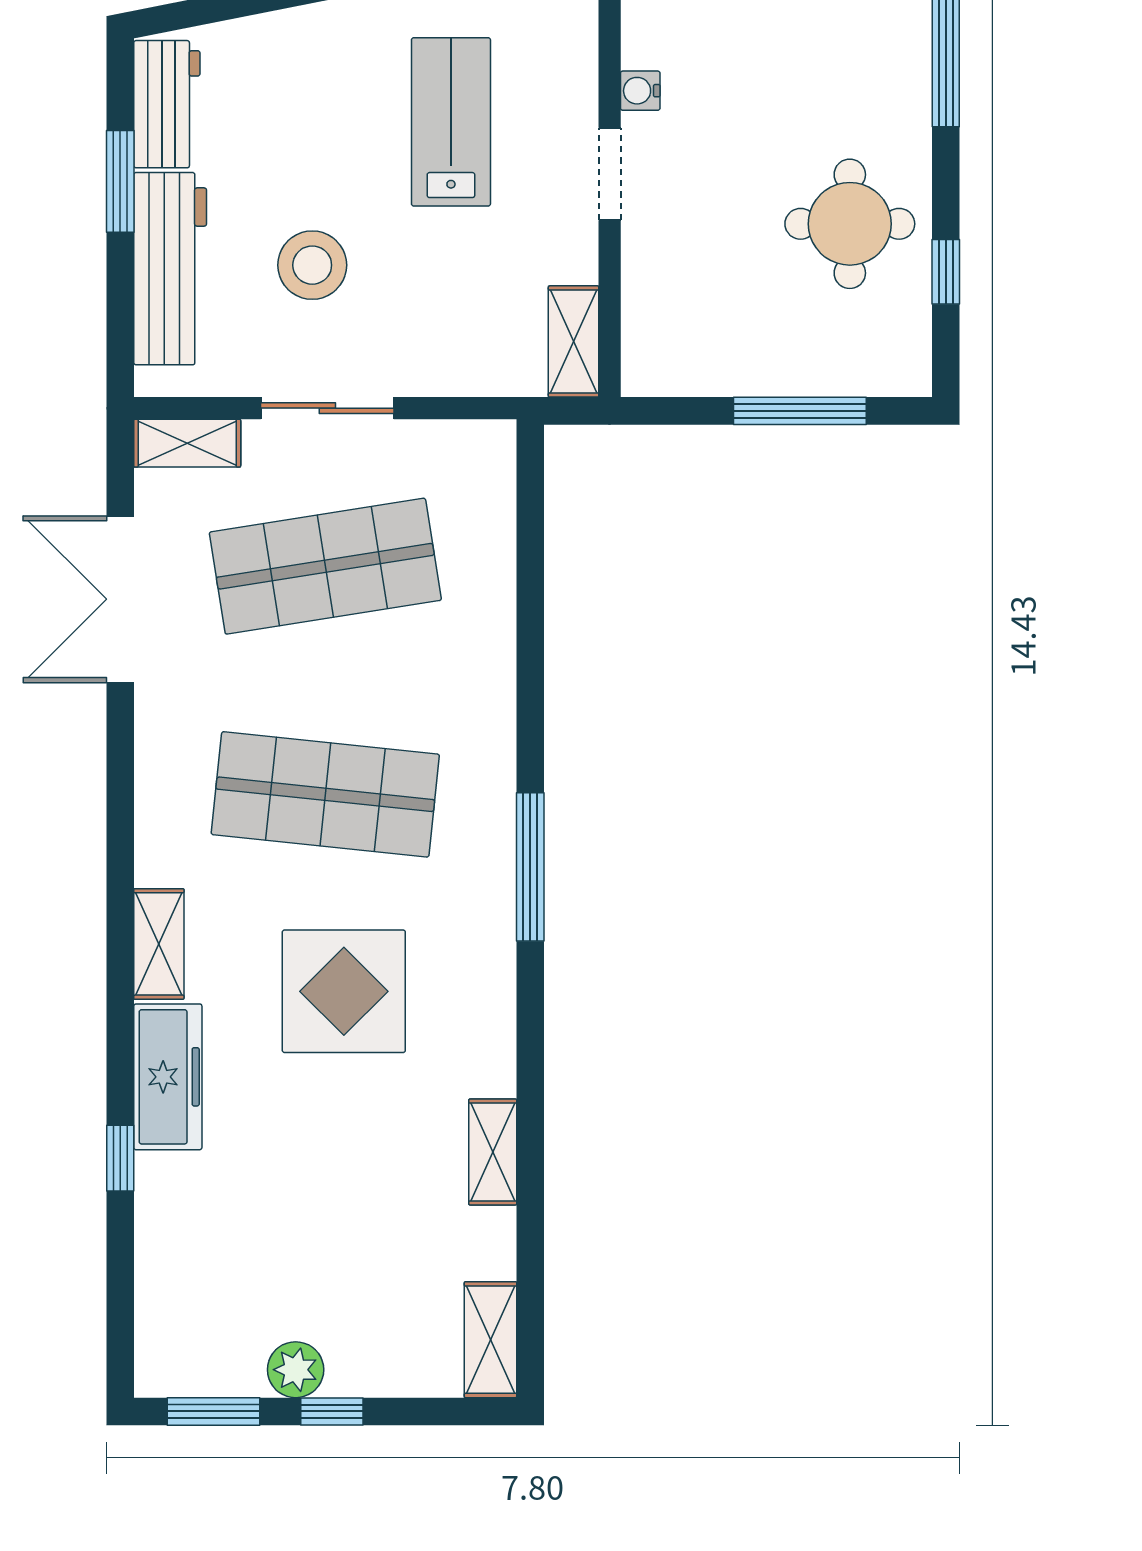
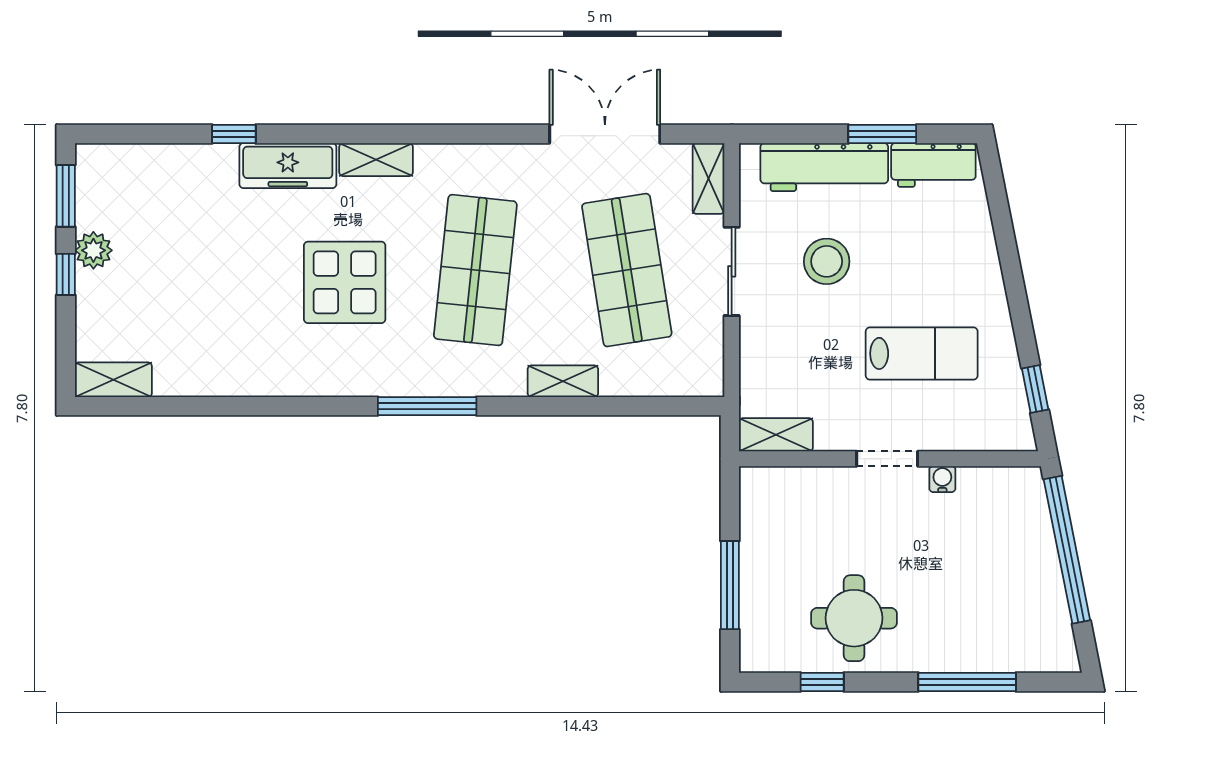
shelving: (493, 1152) -> (563, 381), moved

